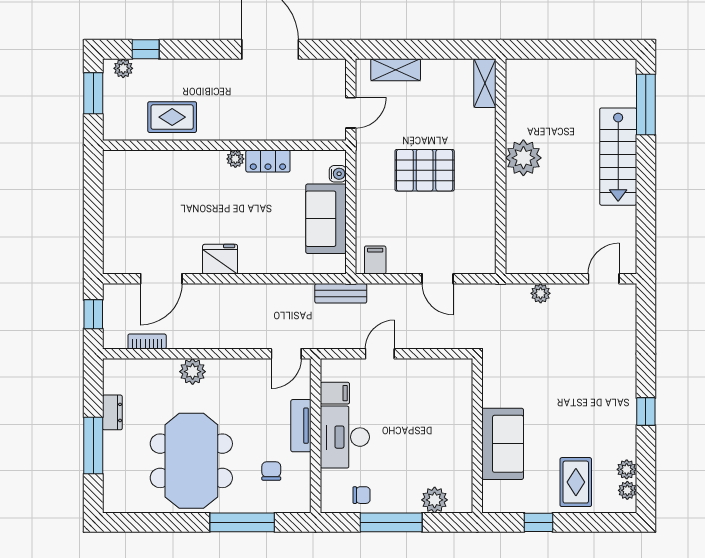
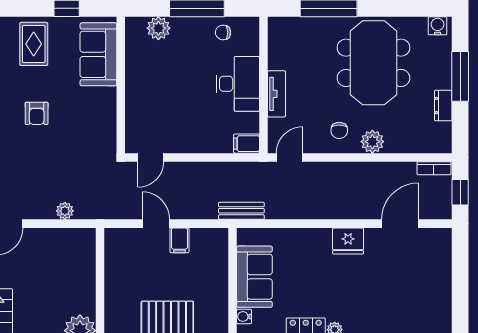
filing cabinet: (375, 260) -> (179, 240), moved
bookcase: (147, 341) -> (434, 168), moved
door: (380, 354) -> (151, 157), moved
filing cabinet: (335, 393) -> (247, 144), moved
armchair: (572, 404) -> (37, 113), added
sofa: (503, 444) -> (98, 54), moved
chair: (271, 471) -> (339, 130), moved
water cooler: (119, 503) -> (438, 26), added

